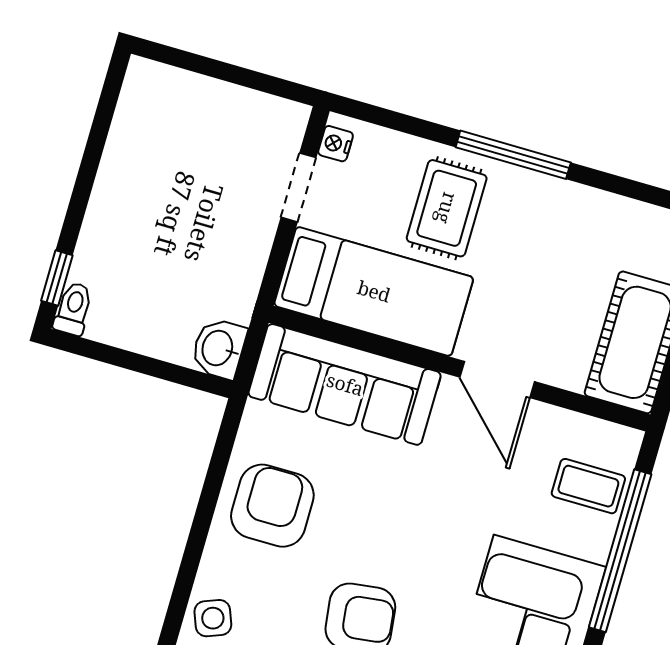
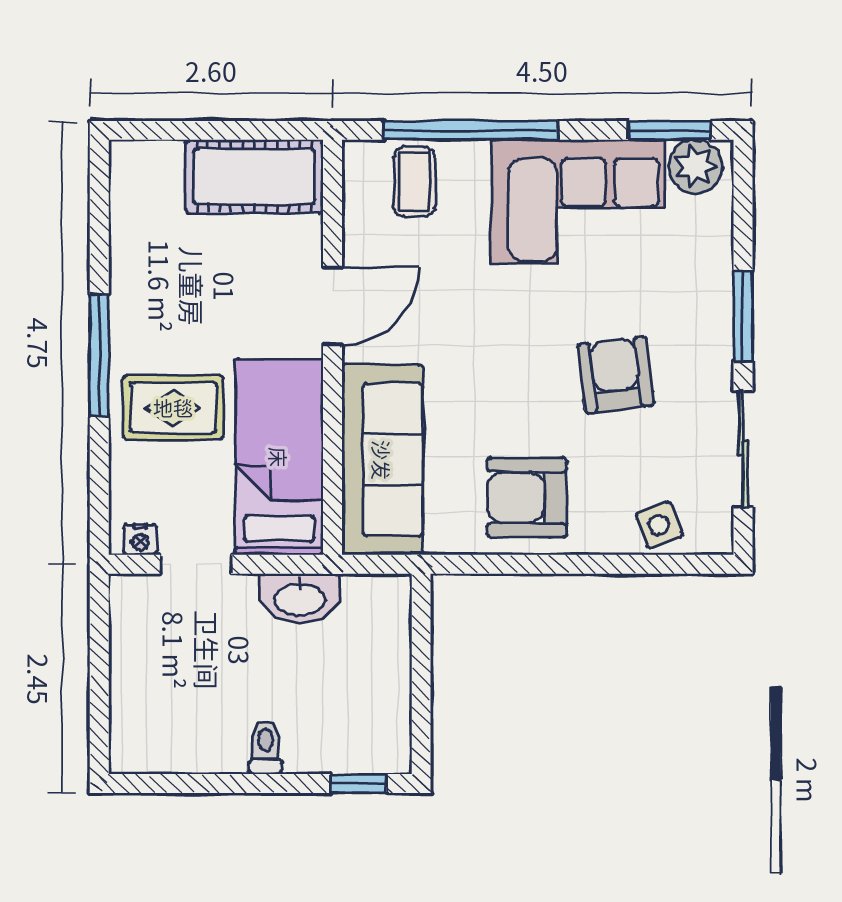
toilet: (73, 309) -> (266, 747), moved, turned 90
washbasin: (219, 348) -> (300, 598), moved, width x1.38

